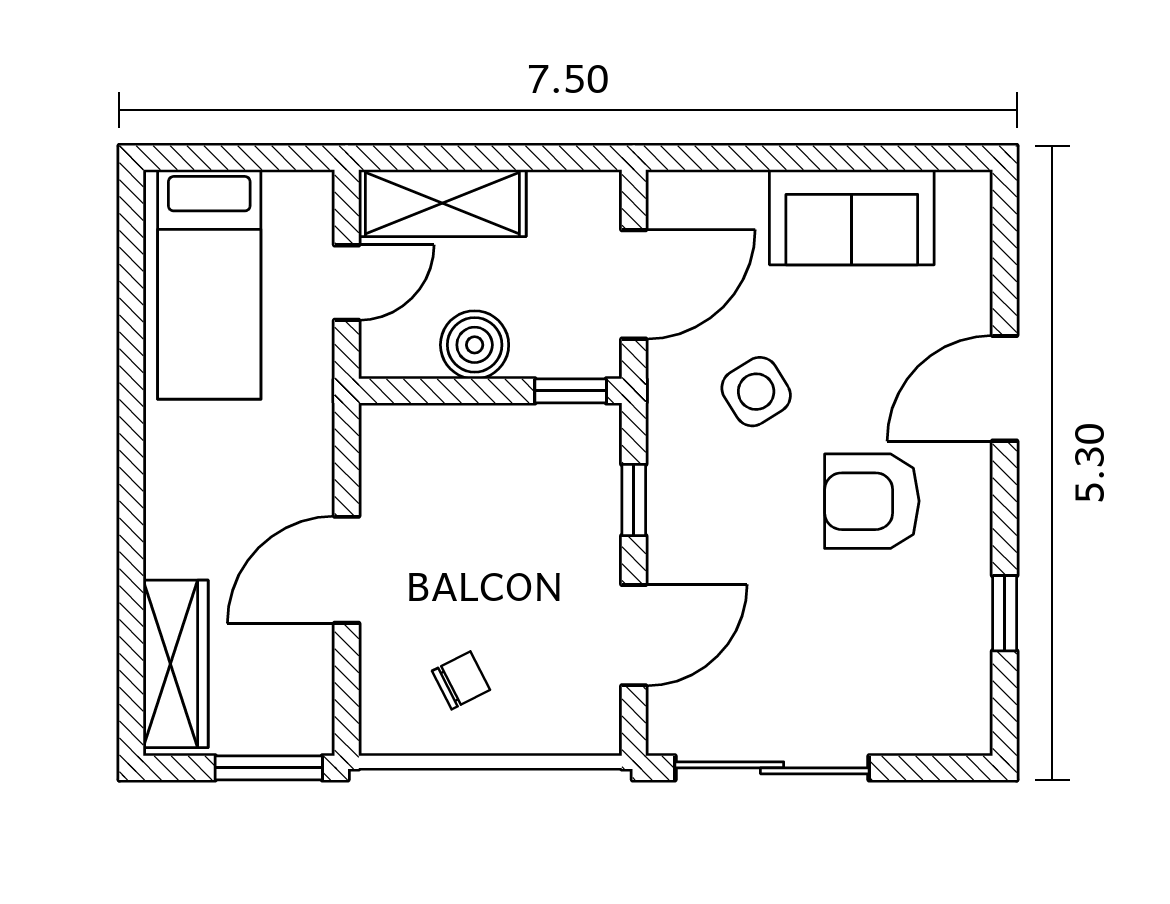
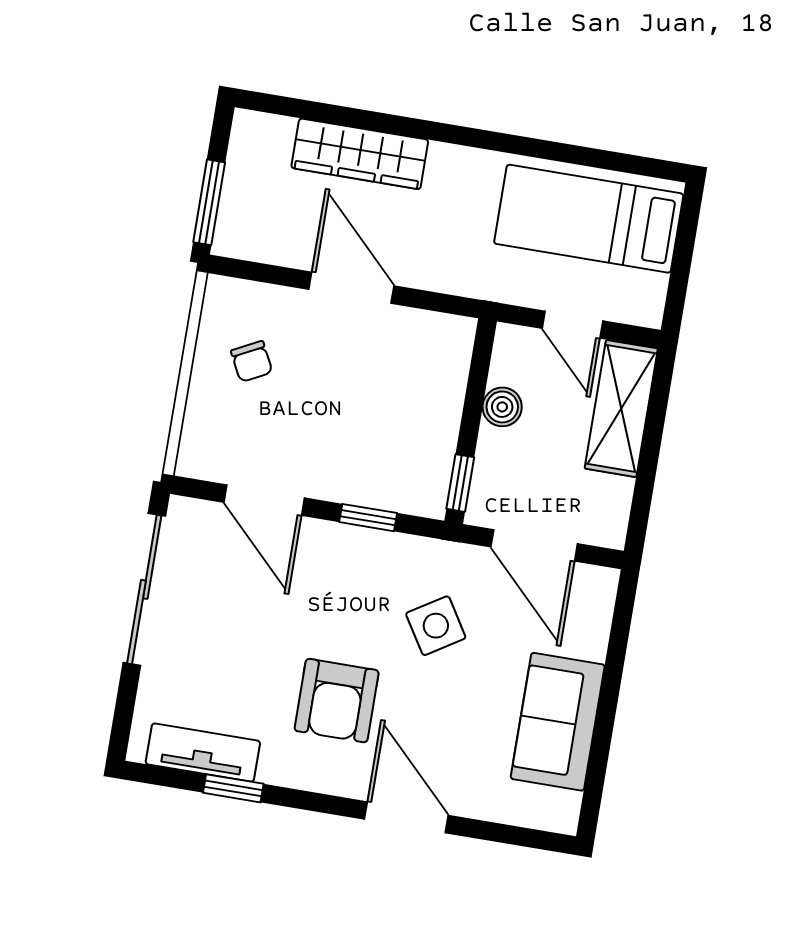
boiler: (475, 345) -> (502, 407), width x0.73, depth x0.73
armchair: (872, 501) -> (337, 701), turned 180
tv unit: (966, 659) -> (203, 753), added
wardrobe: (176, 664) -> (360, 154), moved

